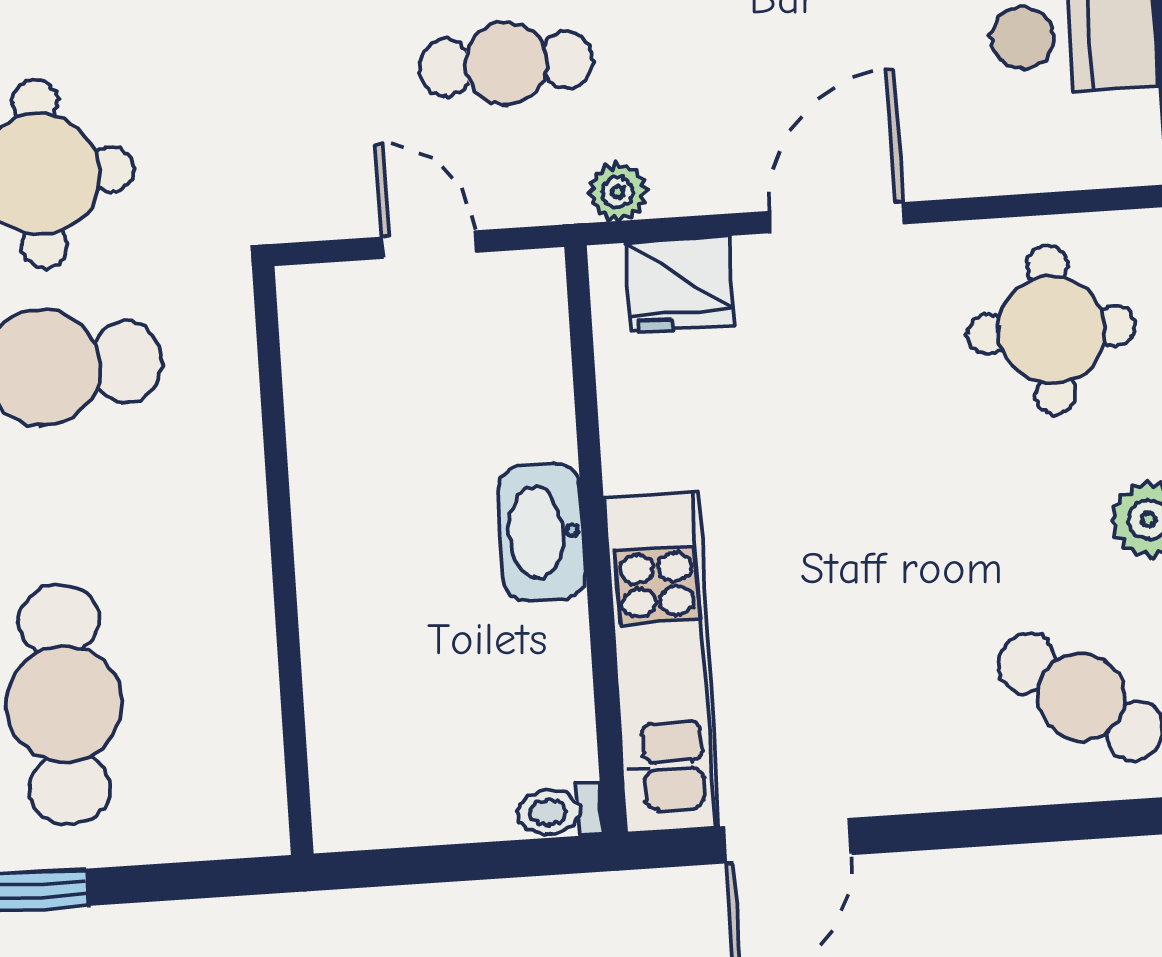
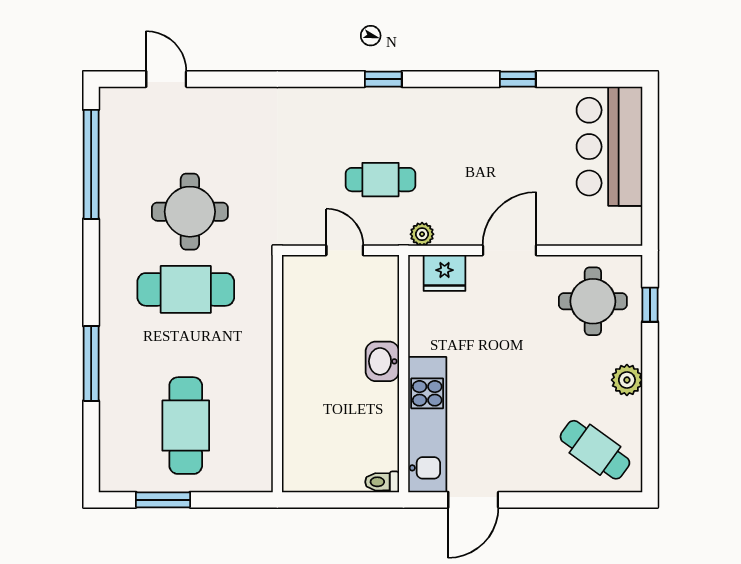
washbasin: (542, 532) -> (382, 361), width x0.72

